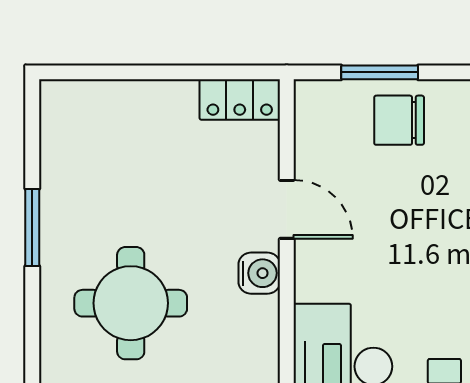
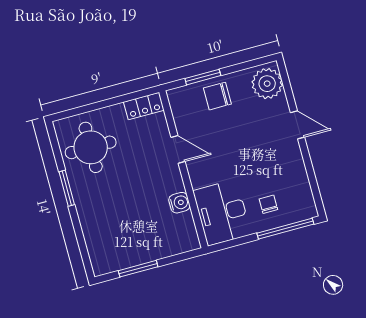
water cooler: (259, 273) -> (179, 203), moved
round table: (131, 303) -> (91, 147), moved

